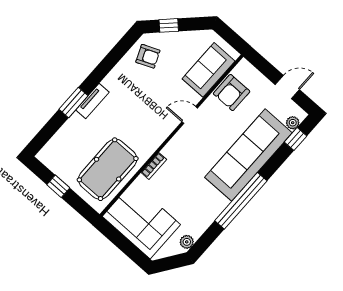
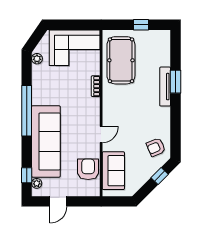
tv unit: (92, 101) -> (165, 87), width x1.41

